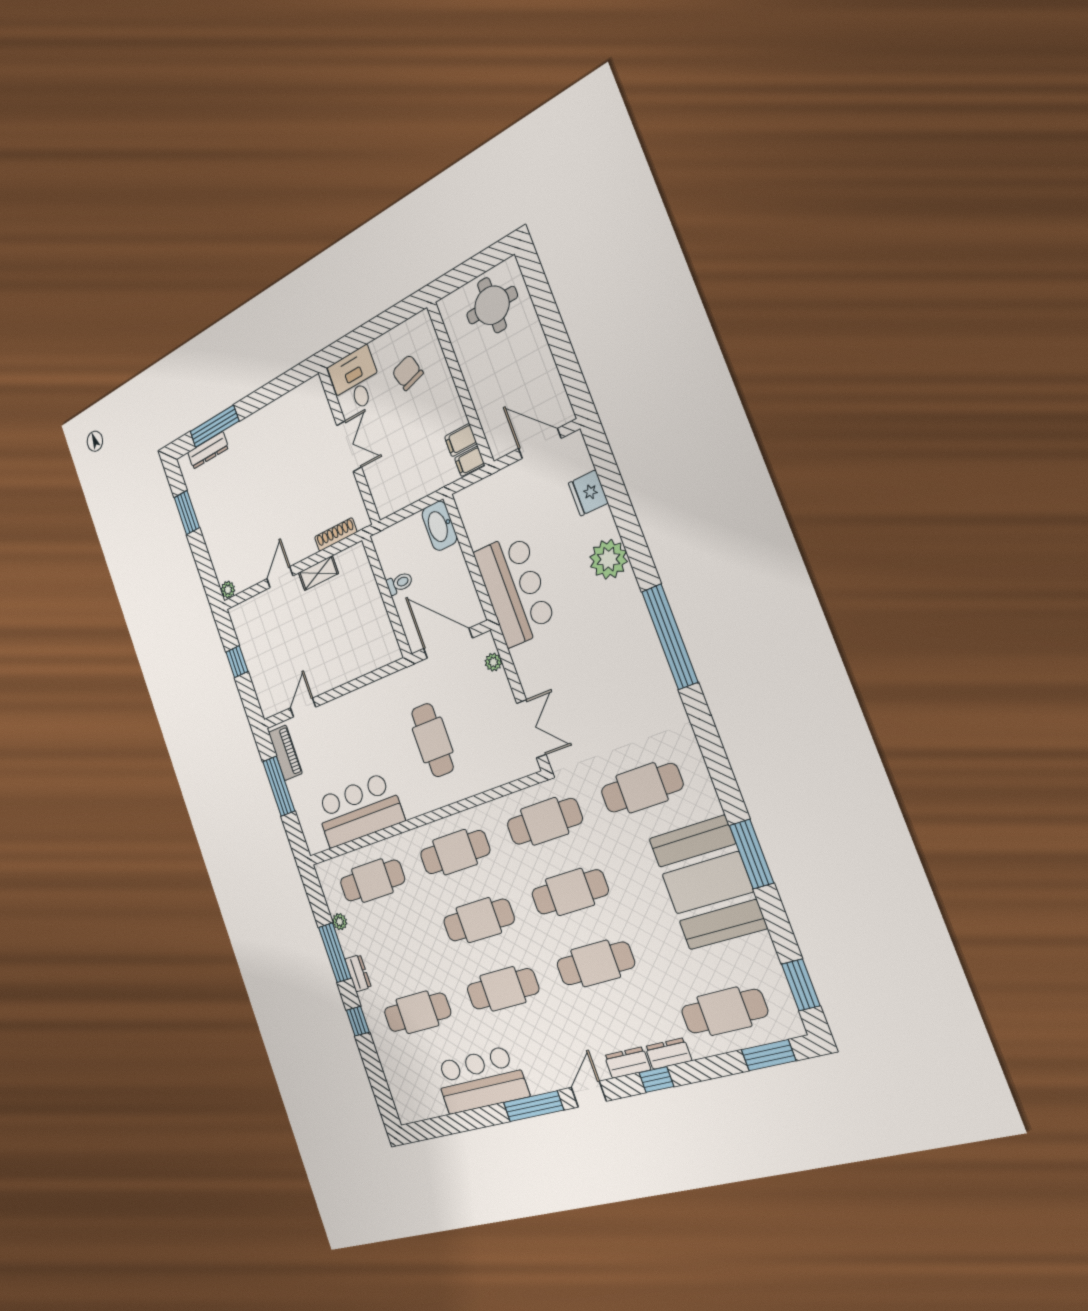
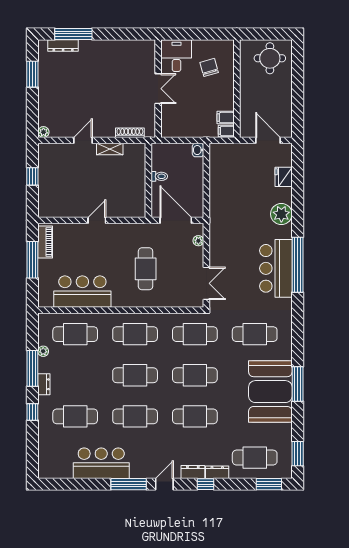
washbasin: (439, 526) -> (198, 150), width x0.52, depth x0.69
bar counter: (515, 590) -> (276, 268), moved, turned 180
door: (303, 708) -> (97, 220), moved

